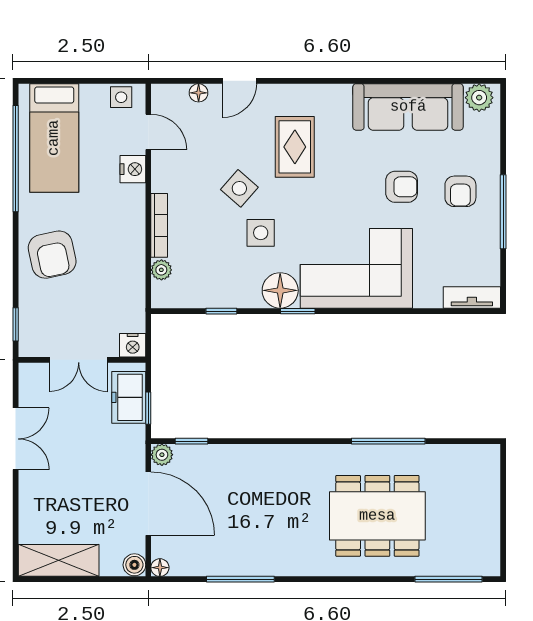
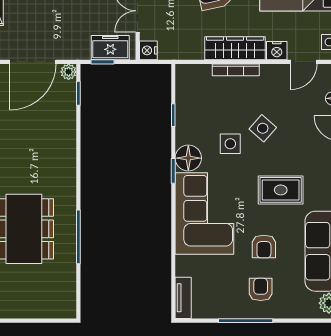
rug: (295, 147) -> (281, 190), moved
armchair: (460, 191) -> (261, 289), turned 90
wardrobe: (130, 226) -> (235, 48), added
plant: (161, 270) -> (203, 71), removed

